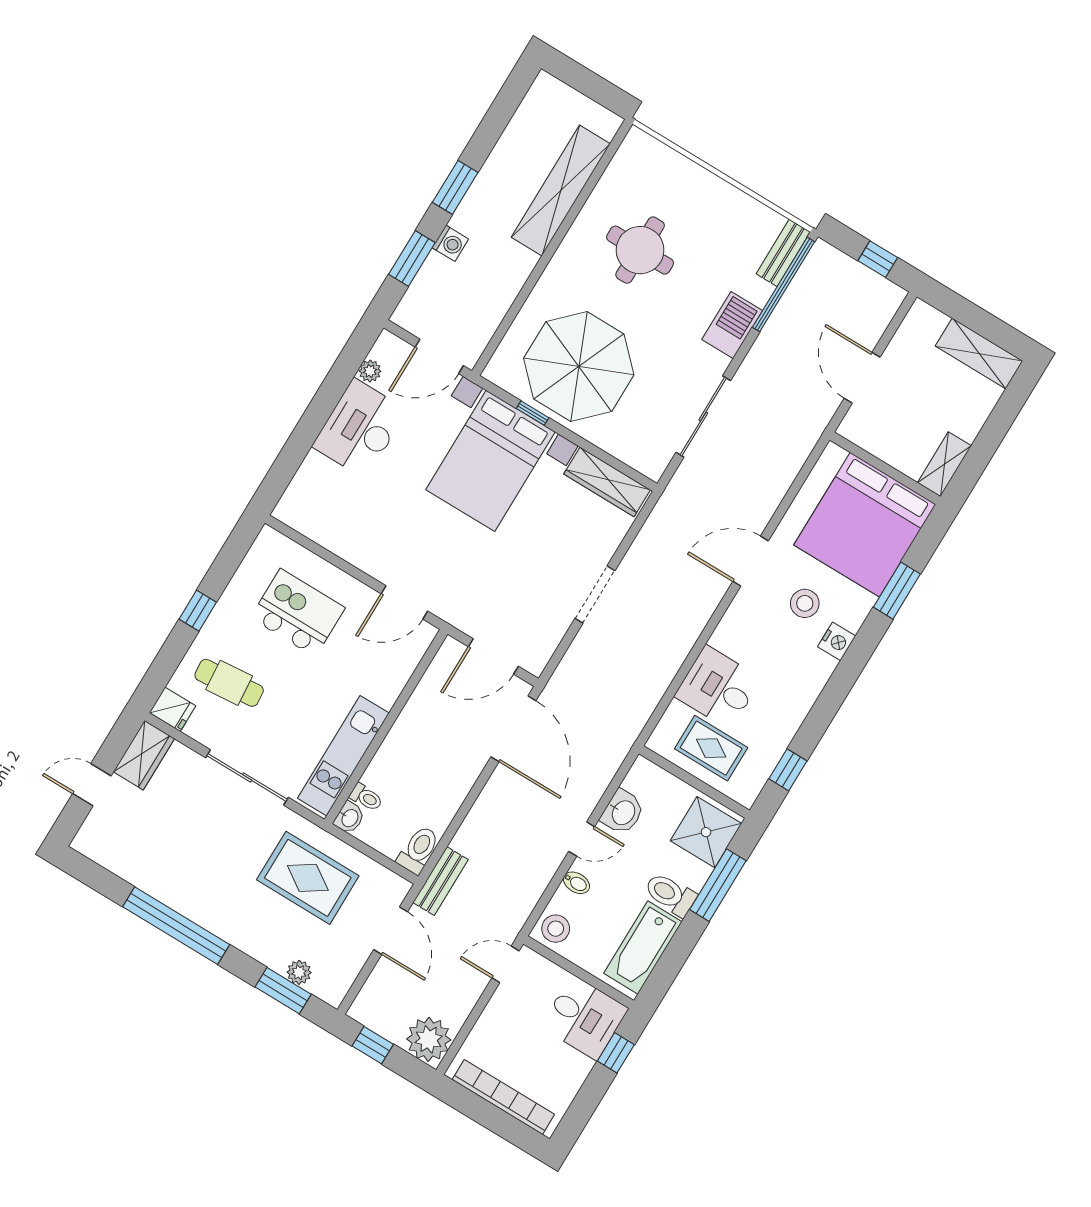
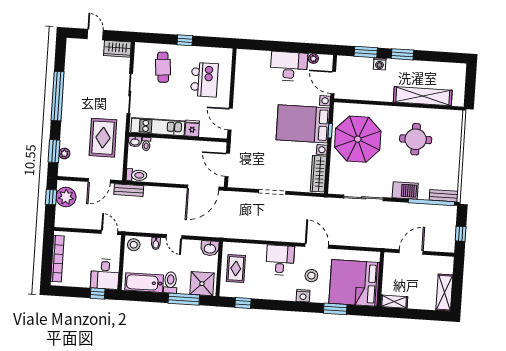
desk: (718, 687) -> (280, 260), moved
fridge: (173, 709) -> (192, 128), moved, turned 180
washbasin: (623, 812) -> (210, 248), moved
plant: (429, 1039) -> (66, 197), moved

